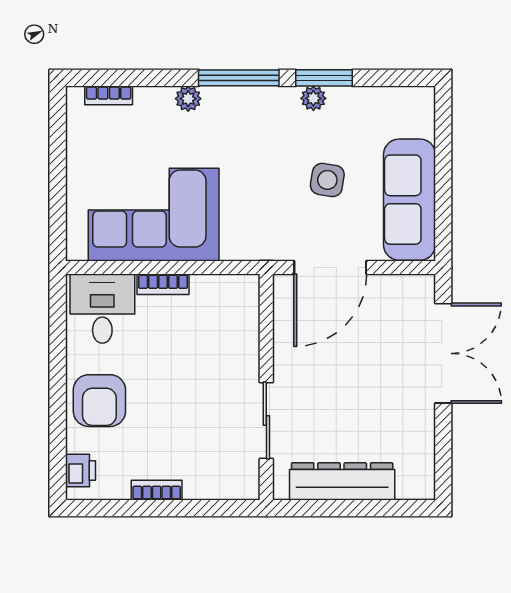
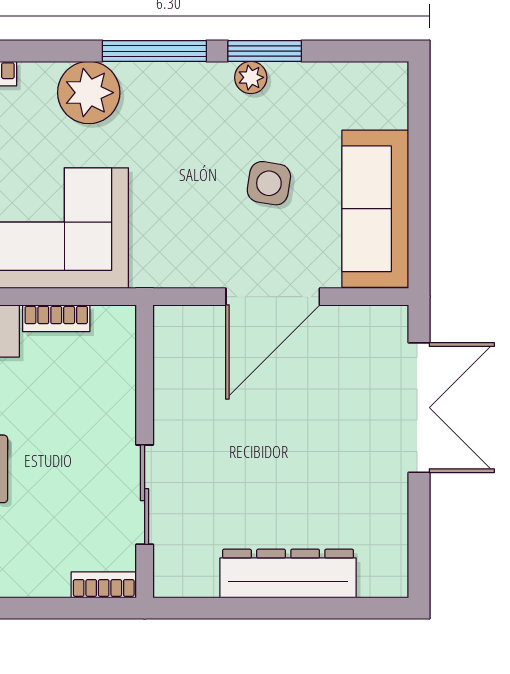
plant: (188, 99) -> (89, 93), width x1.88, depth x1.88
wall: (266, 387) -> (145, 451), moved
sliding door: (266, 421) -> (145, 495), moved
bookcase: (157, 490) -> (104, 585), moved

